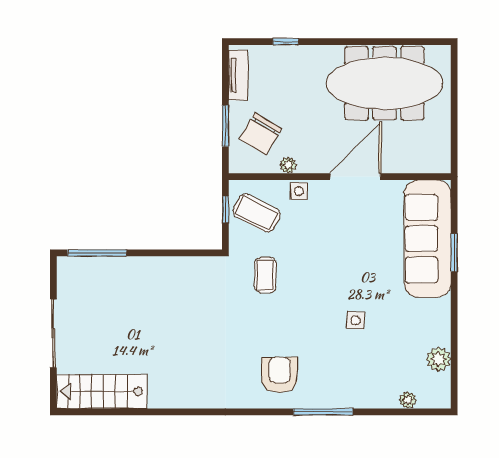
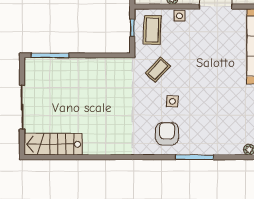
coffee table: (257, 213) -> (152, 30), turned 65
coffee table: (265, 275) -> (158, 70), turned 43
side table: (356, 320) -> (172, 101), moved

